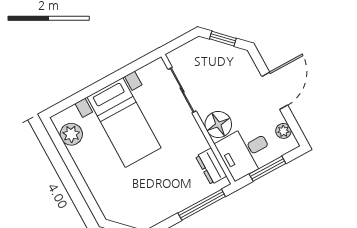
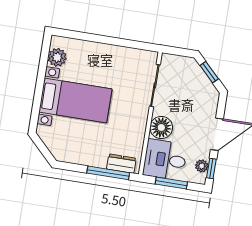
bed with nightstands: (124, 122) -> (75, 100), moved, turned -90
window: (294, 126) -> (211, 168), added
dresser: (211, 166) -> (121, 164), moved, turned 90

